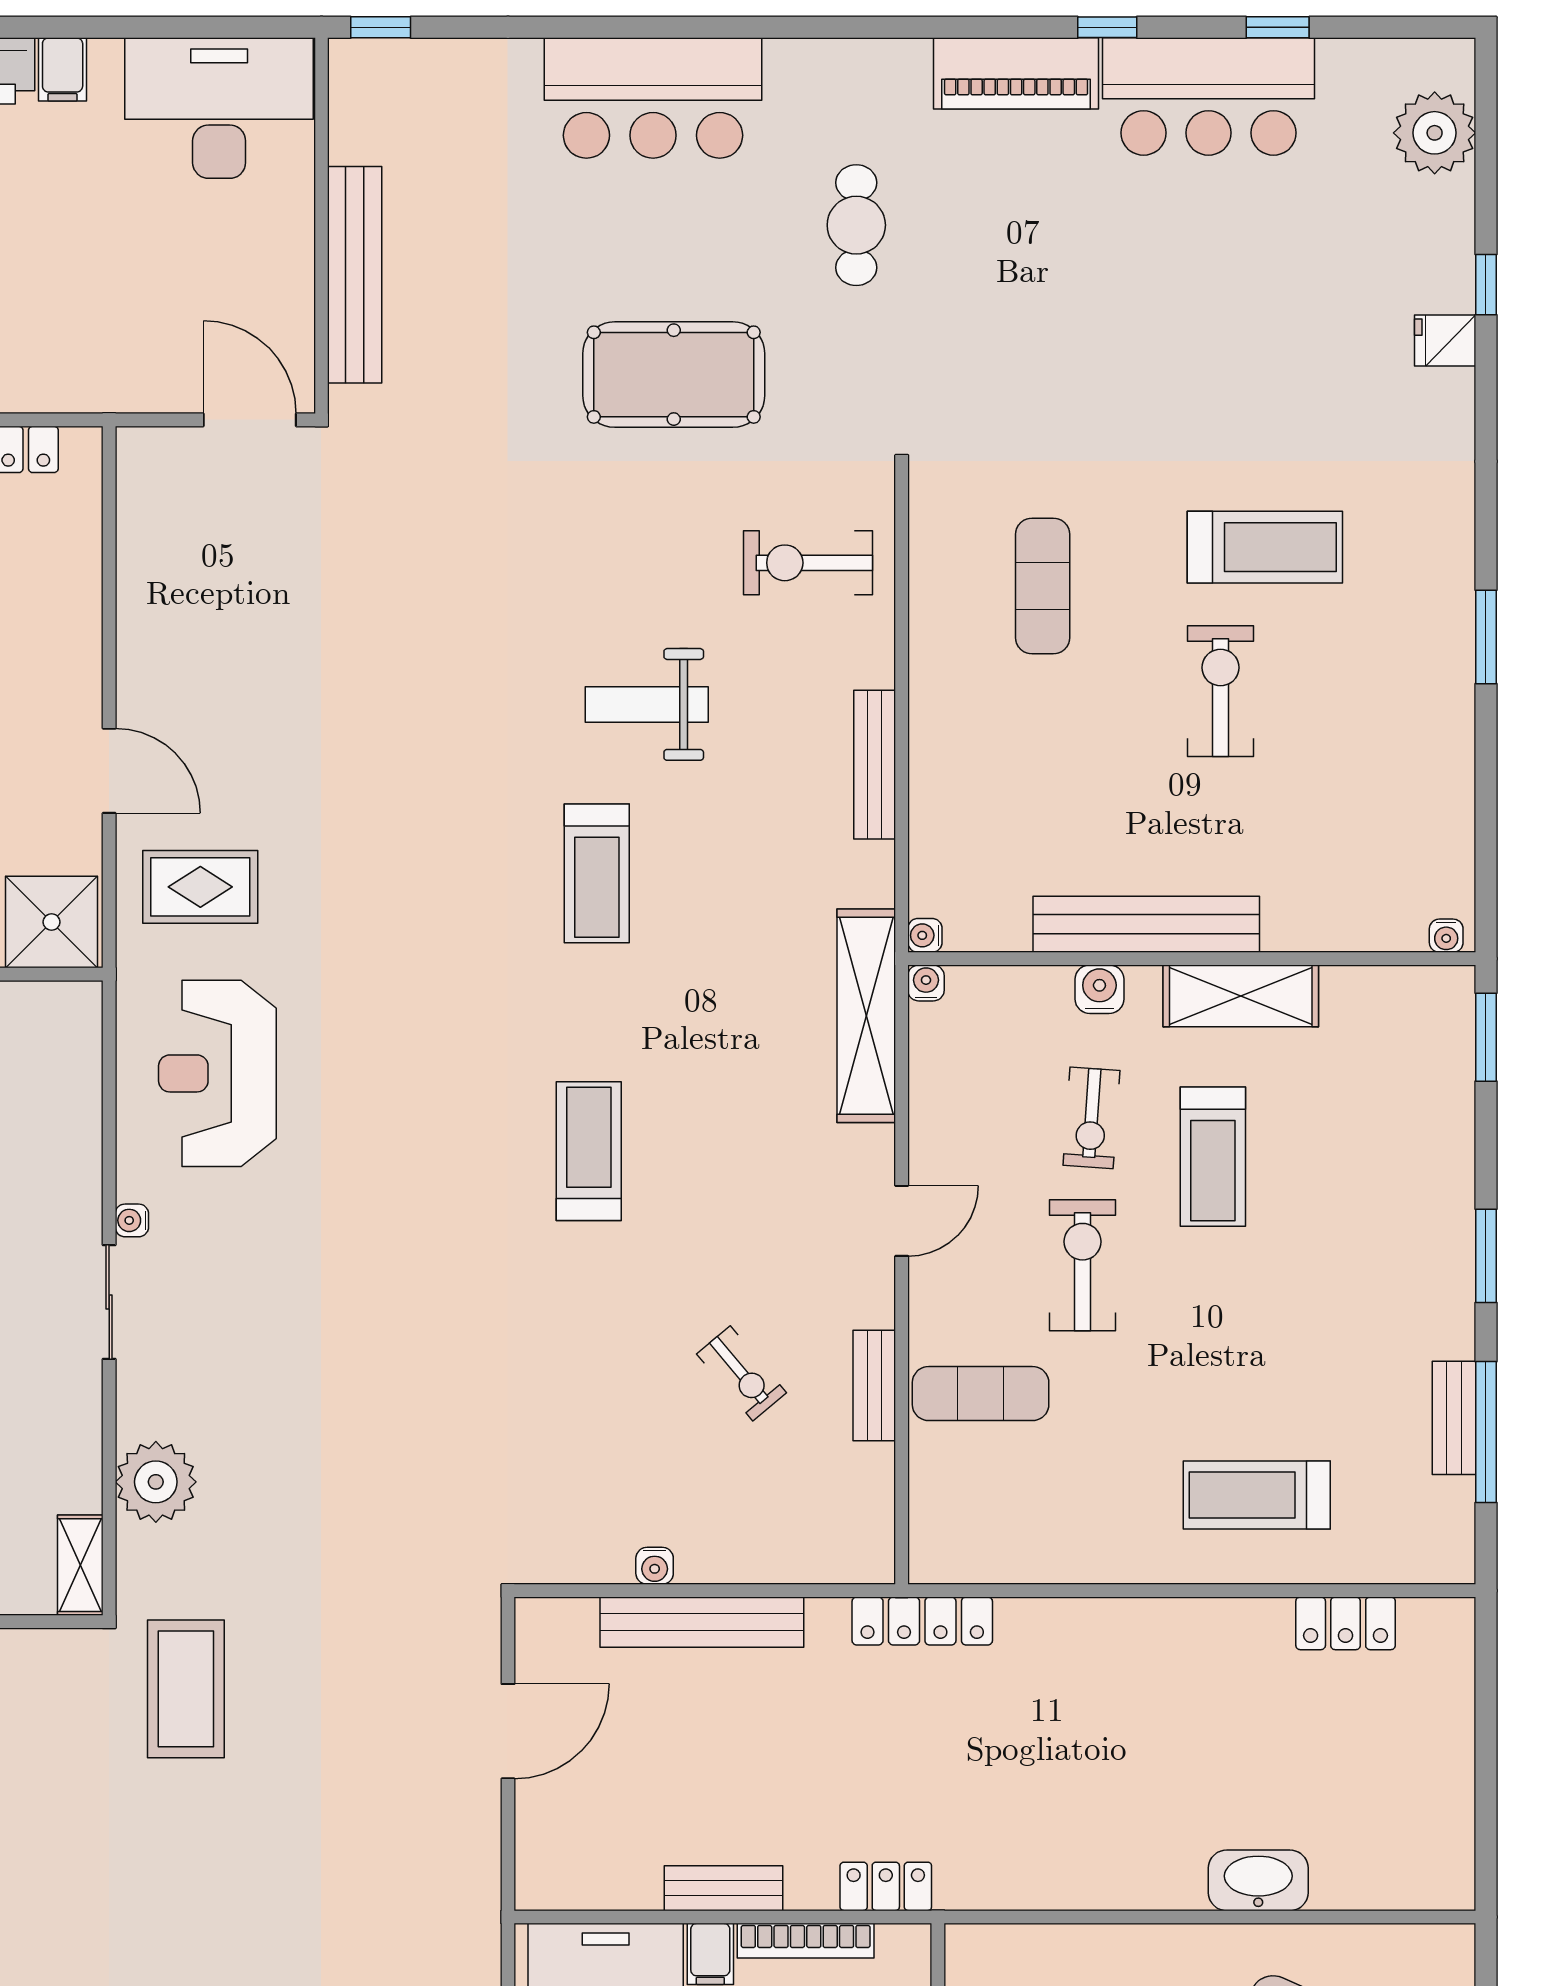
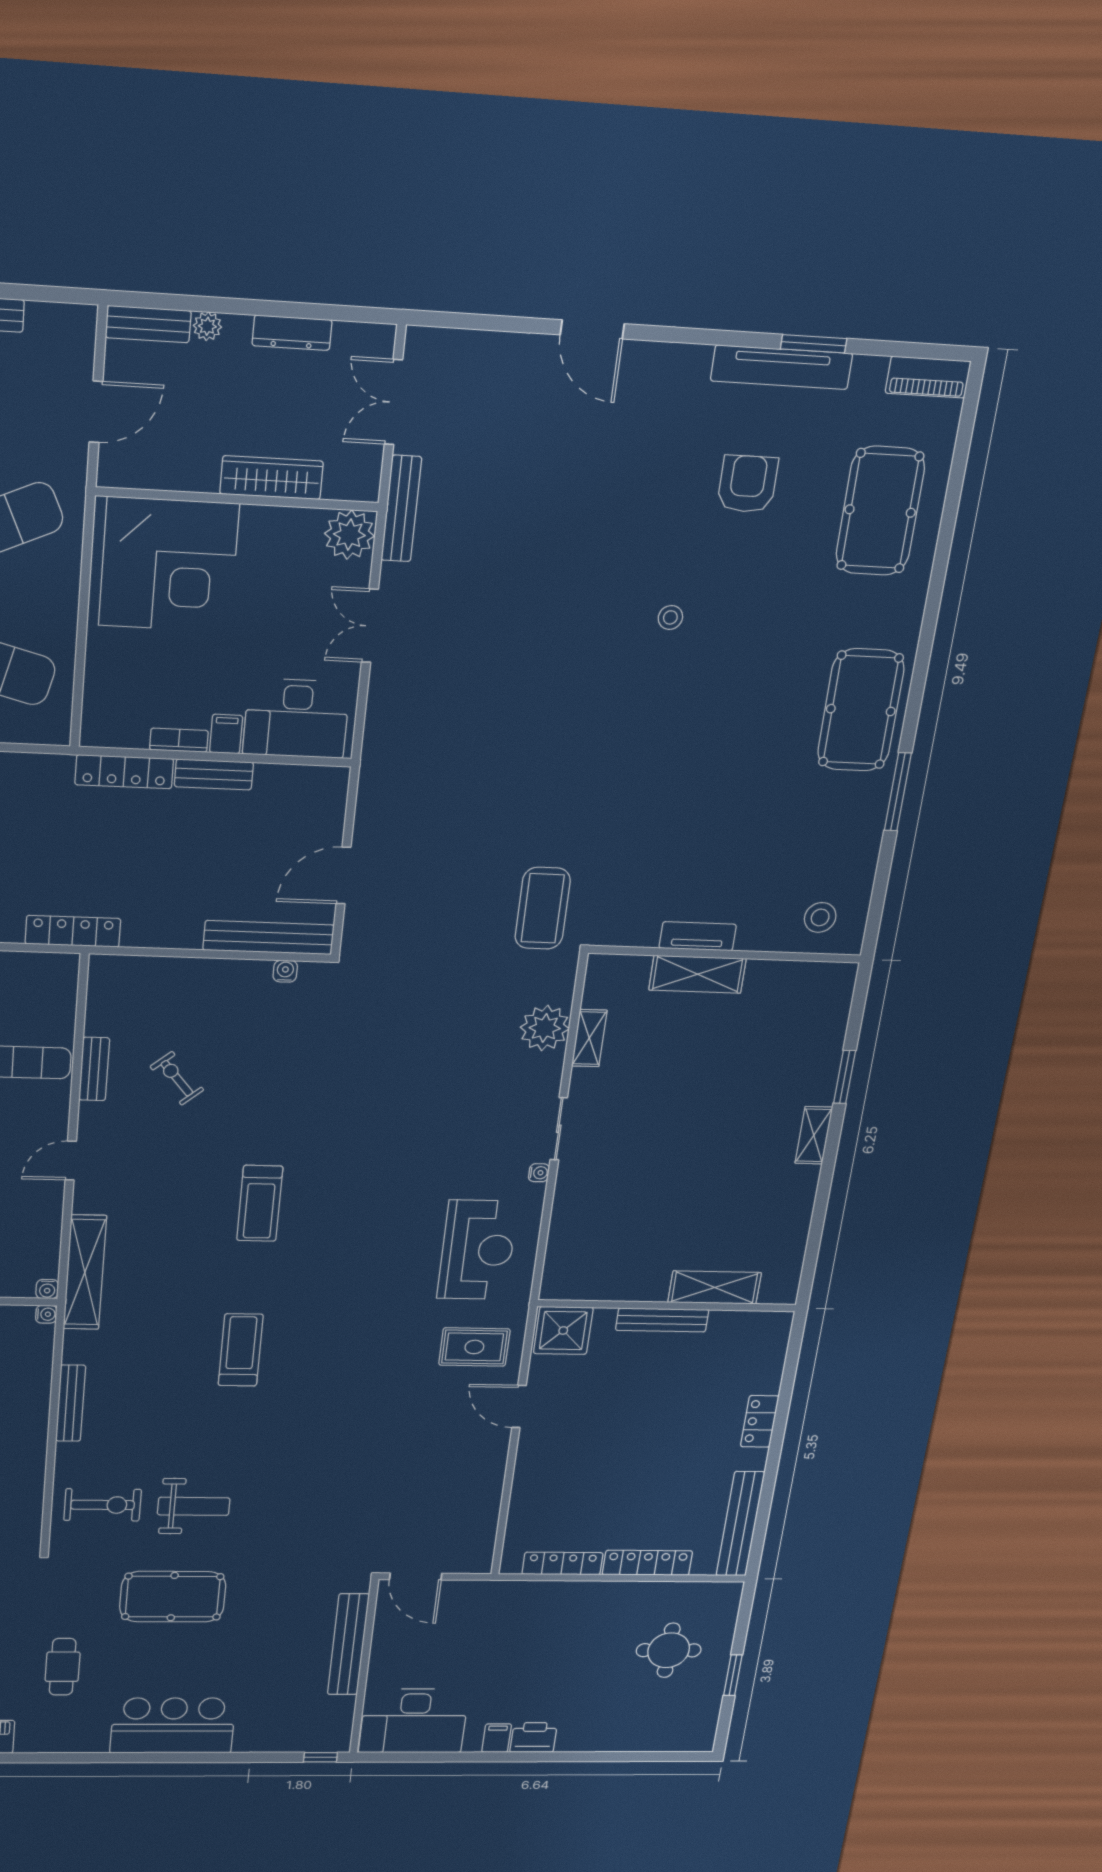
weight bench: (647, 704) -> (194, 1506), moved
shelving: (80, 1565) -> (589, 1038), moved
water cooler: (655, 1566) -> (285, 971), moved
bench: (702, 1622) -> (269, 938), moved
locker: (886, 1886) -> (124, 772), width x1.53
bookcase: (806, 1941) -> (179, 740), width x0.64

